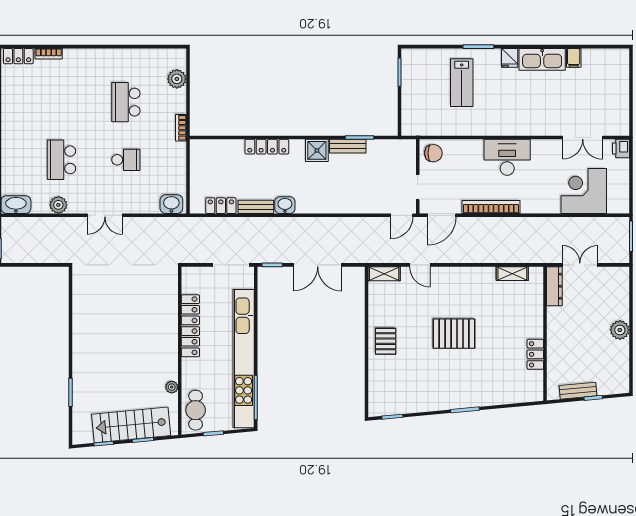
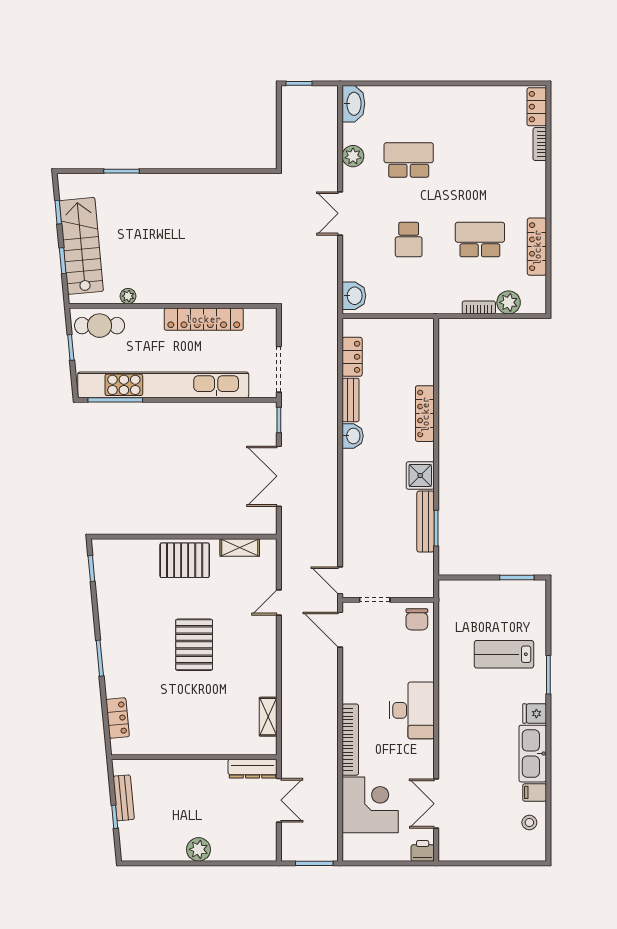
locker: (132, 56) -> (537, 247), added
stool: (598, 62) -> (529, 822), added
bookcase: (181, 128) -> (479, 307), moved
bench: (348, 146) -> (426, 522), width x1.36
bookcase: (491, 207) -> (350, 740), moved
shelving: (384, 274) -> (240, 548), moved, turned 90
pallet: (386, 341) -> (185, 560), width x1.50, depth x1.42
locker: (535, 354) -> (118, 718), moved, turned 85

